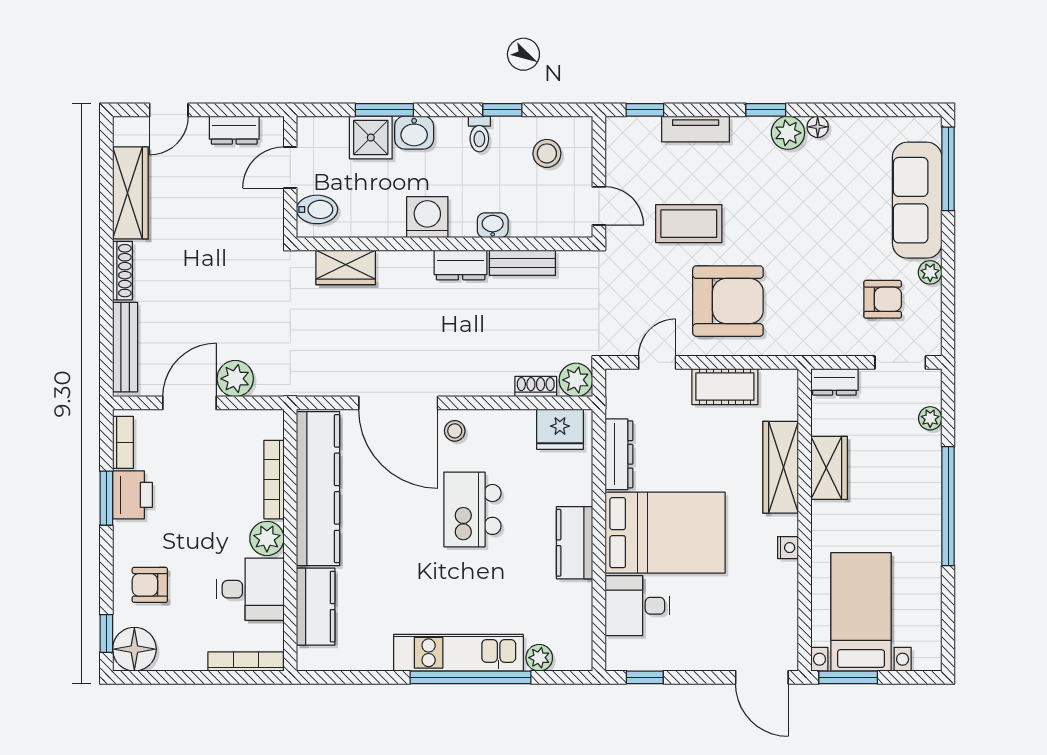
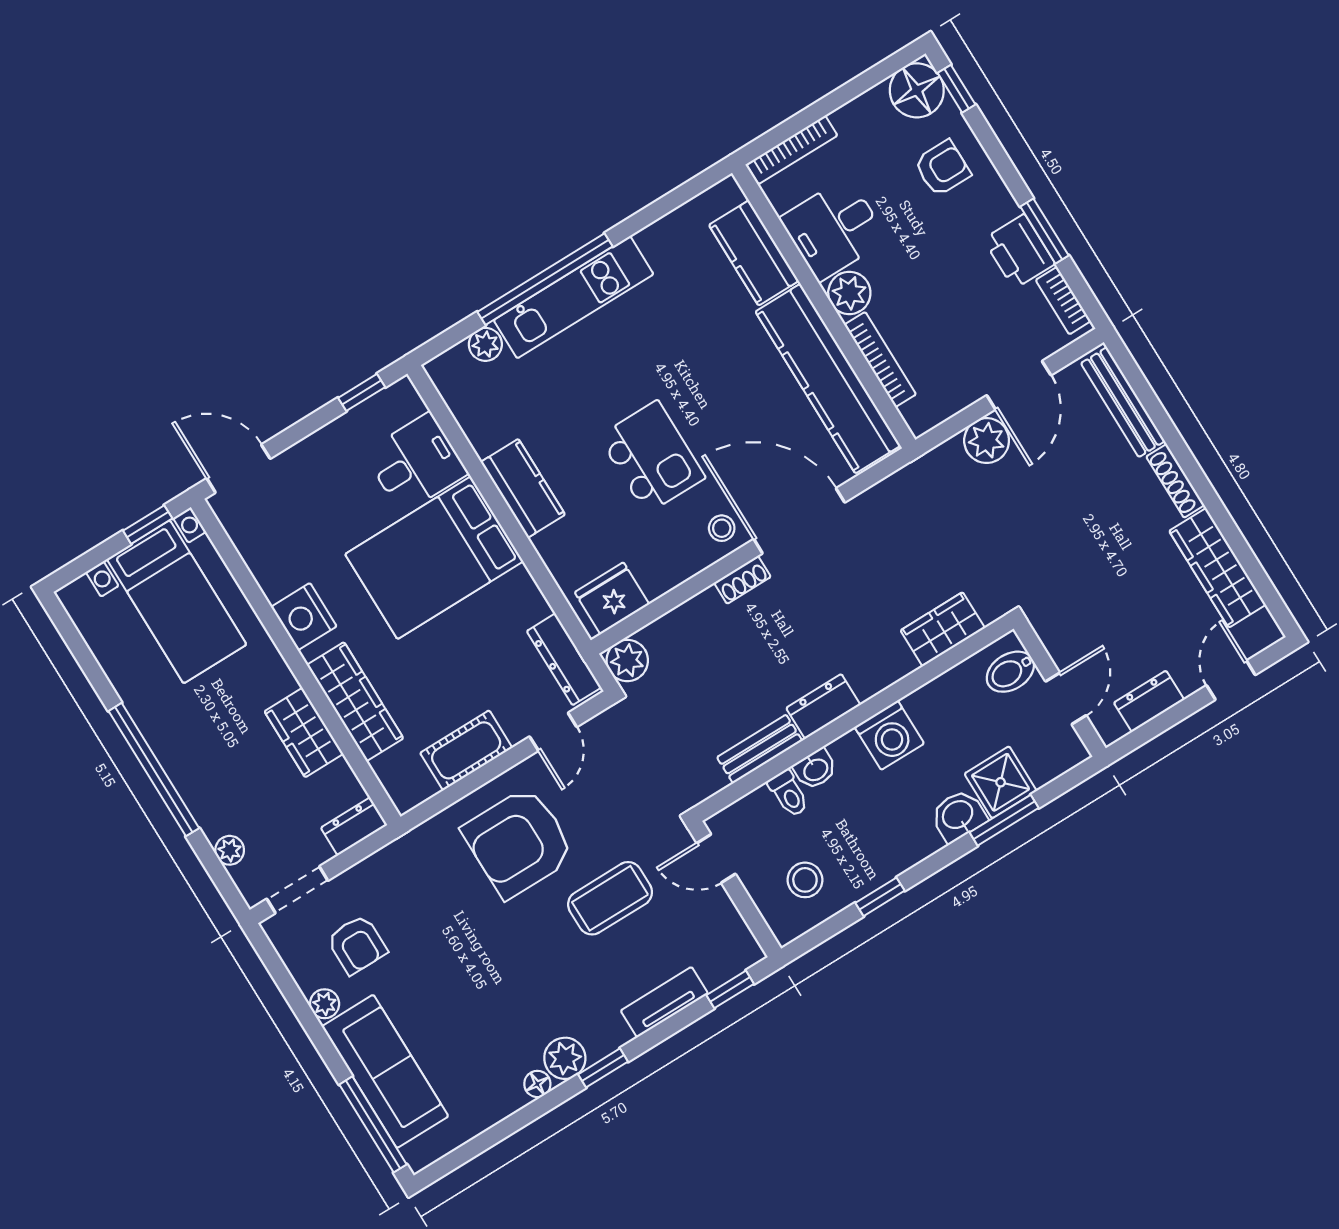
toilet: (479, 134) -> (789, 794), moved, turned 180
armchair: (883, 299) -> (357, 945), turned -90
shoe rack: (536, 387) -> (742, 580), moved
dresser: (619, 454) -> (564, 659), moved
nightstand: (788, 548) -> (304, 617), width x1.89, depth x1.79
window: (848, 677) -> (148, 525), width x0.67

